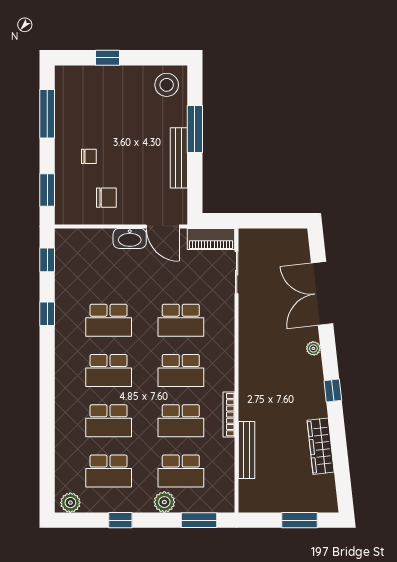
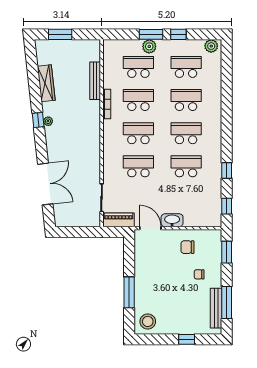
bench: (179, 158) -> (216, 308), moved
plant: (313, 348) -> (48, 121), moved
window: (199, 520) -> (151, 34), moved

